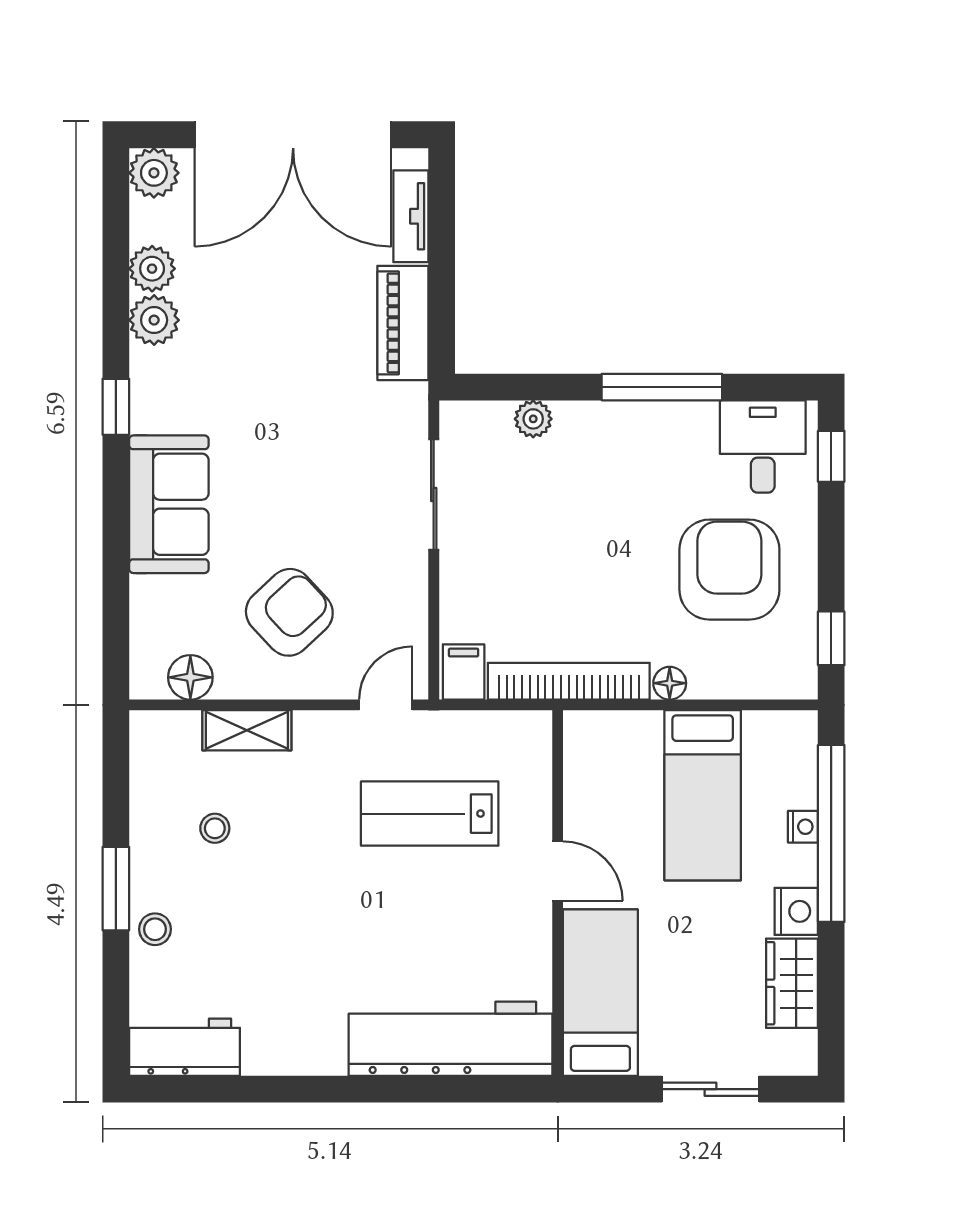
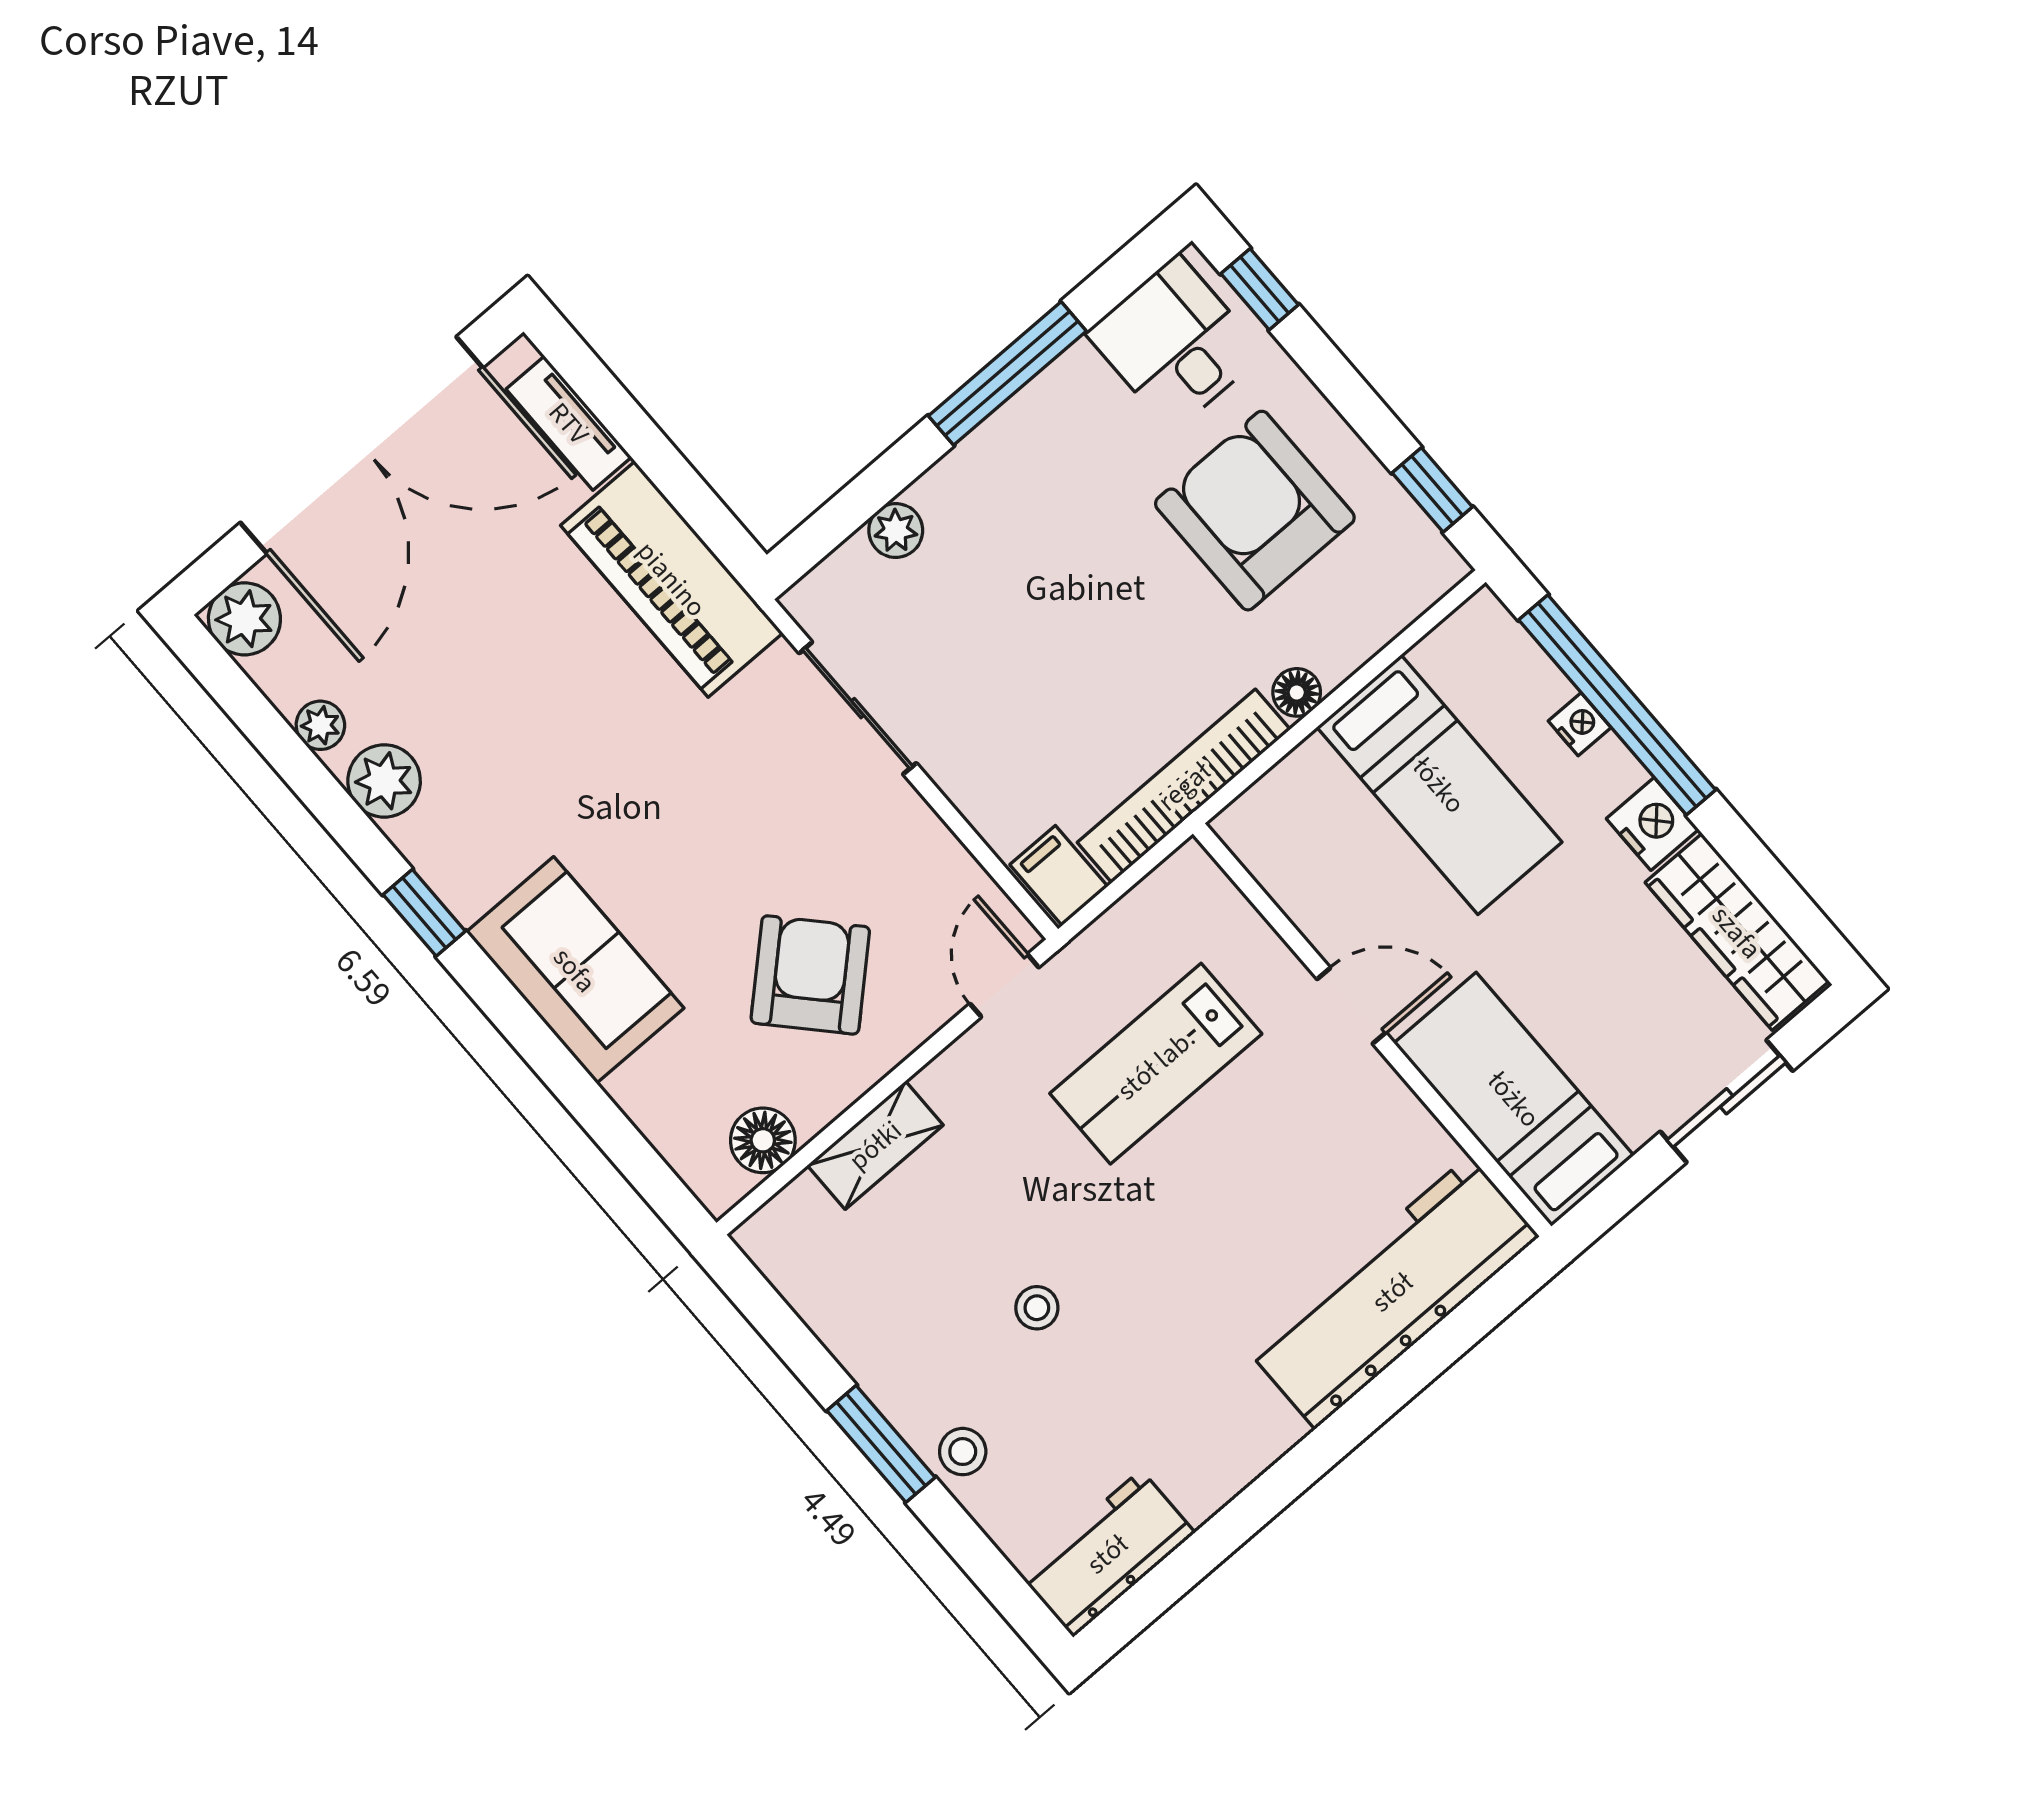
plant: (152, 269) -> (320, 725), width x0.73, depth x0.73
piano: (403, 323) -> (672, 579), width x1.37, depth x1.33
stool: (215, 828) -> (1037, 1308), moved
wardrobe: (792, 983) -> (1737, 932), width x1.50

